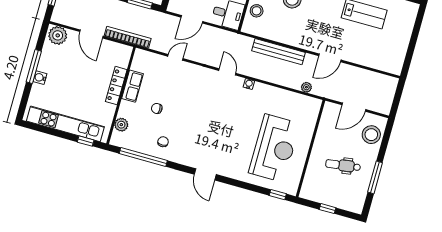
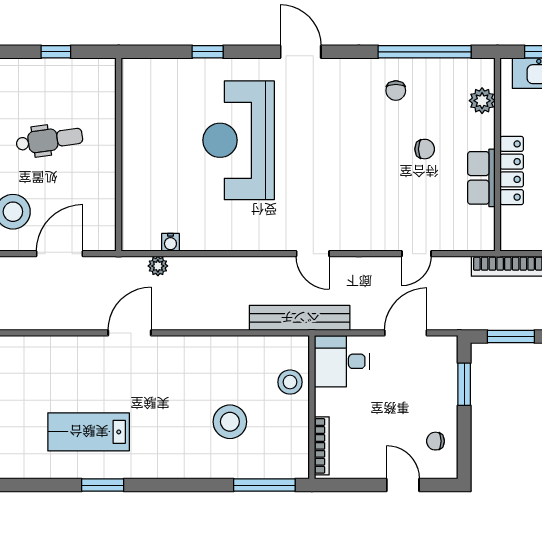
bench: (279, 52) -> (300, 318), moved
water cooler: (249, 84) -> (170, 242), moved
reception desk: (274, 148) -> (239, 140), moved
window: (278, 195) -> (208, 52), moved

